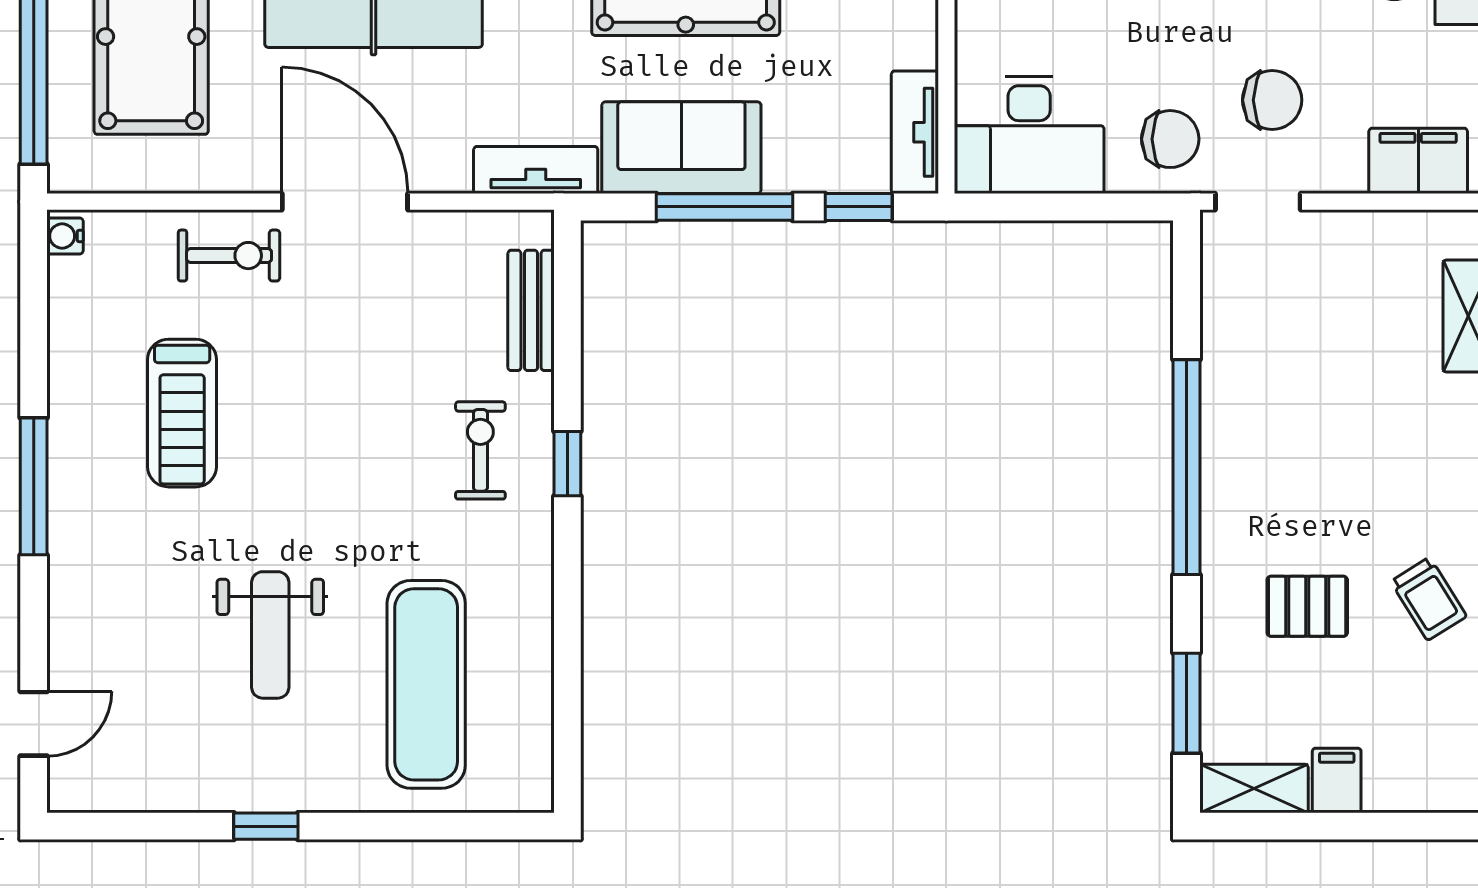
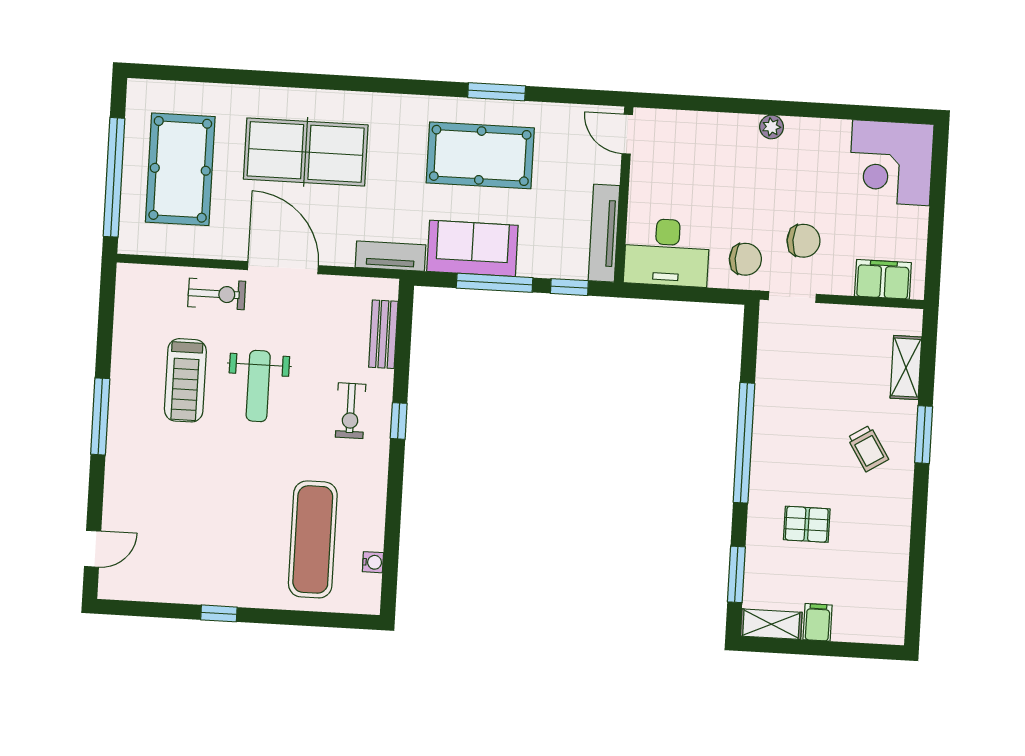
tv unit: (915, 132) -> (604, 233), width x1.41
water cooler: (65, 236) -> (373, 562), moved, turned 180
exercise bike: (480, 450) -> (351, 411), turned 180
trolley: (1429, 599) -> (868, 448), moved
weight bench: (270, 635) -> (258, 386), moved

